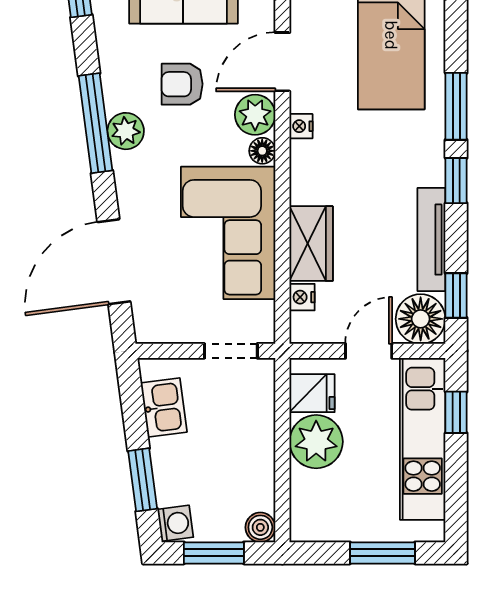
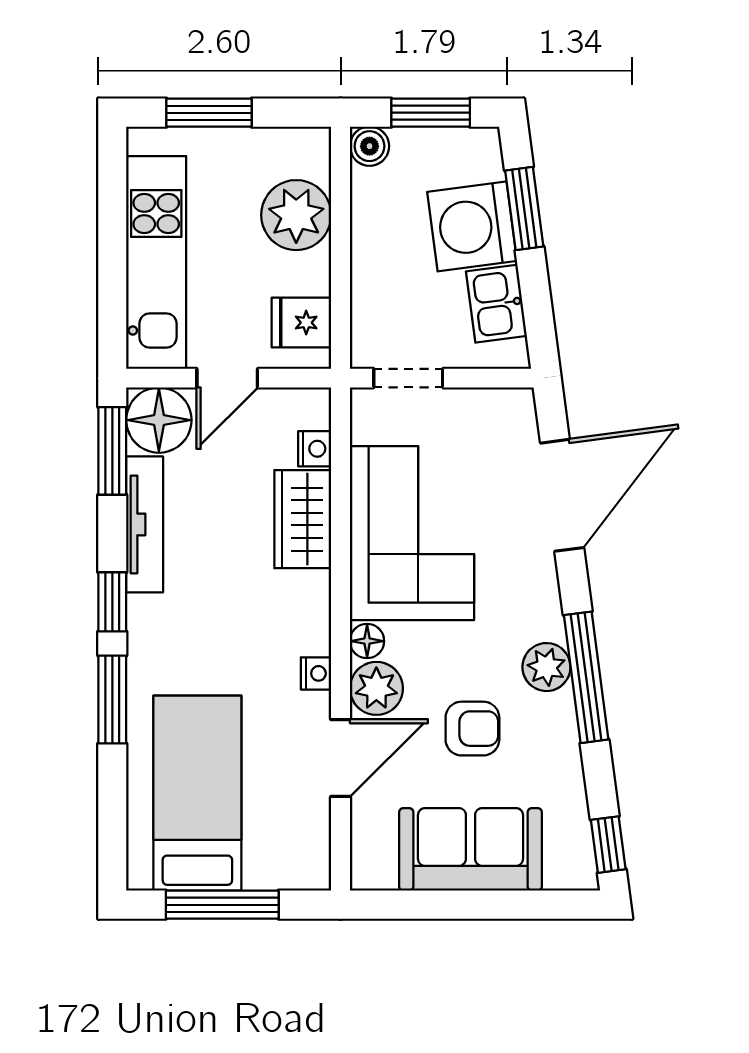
window: (456, 296) -> (112, 451), width x1.50
window: (456, 412) -> (112, 297), removed
plant: (316, 442) -> (296, 215), moved
washing machine: (175, 523) -> (472, 226), moved, width x1.89, depth x1.89

